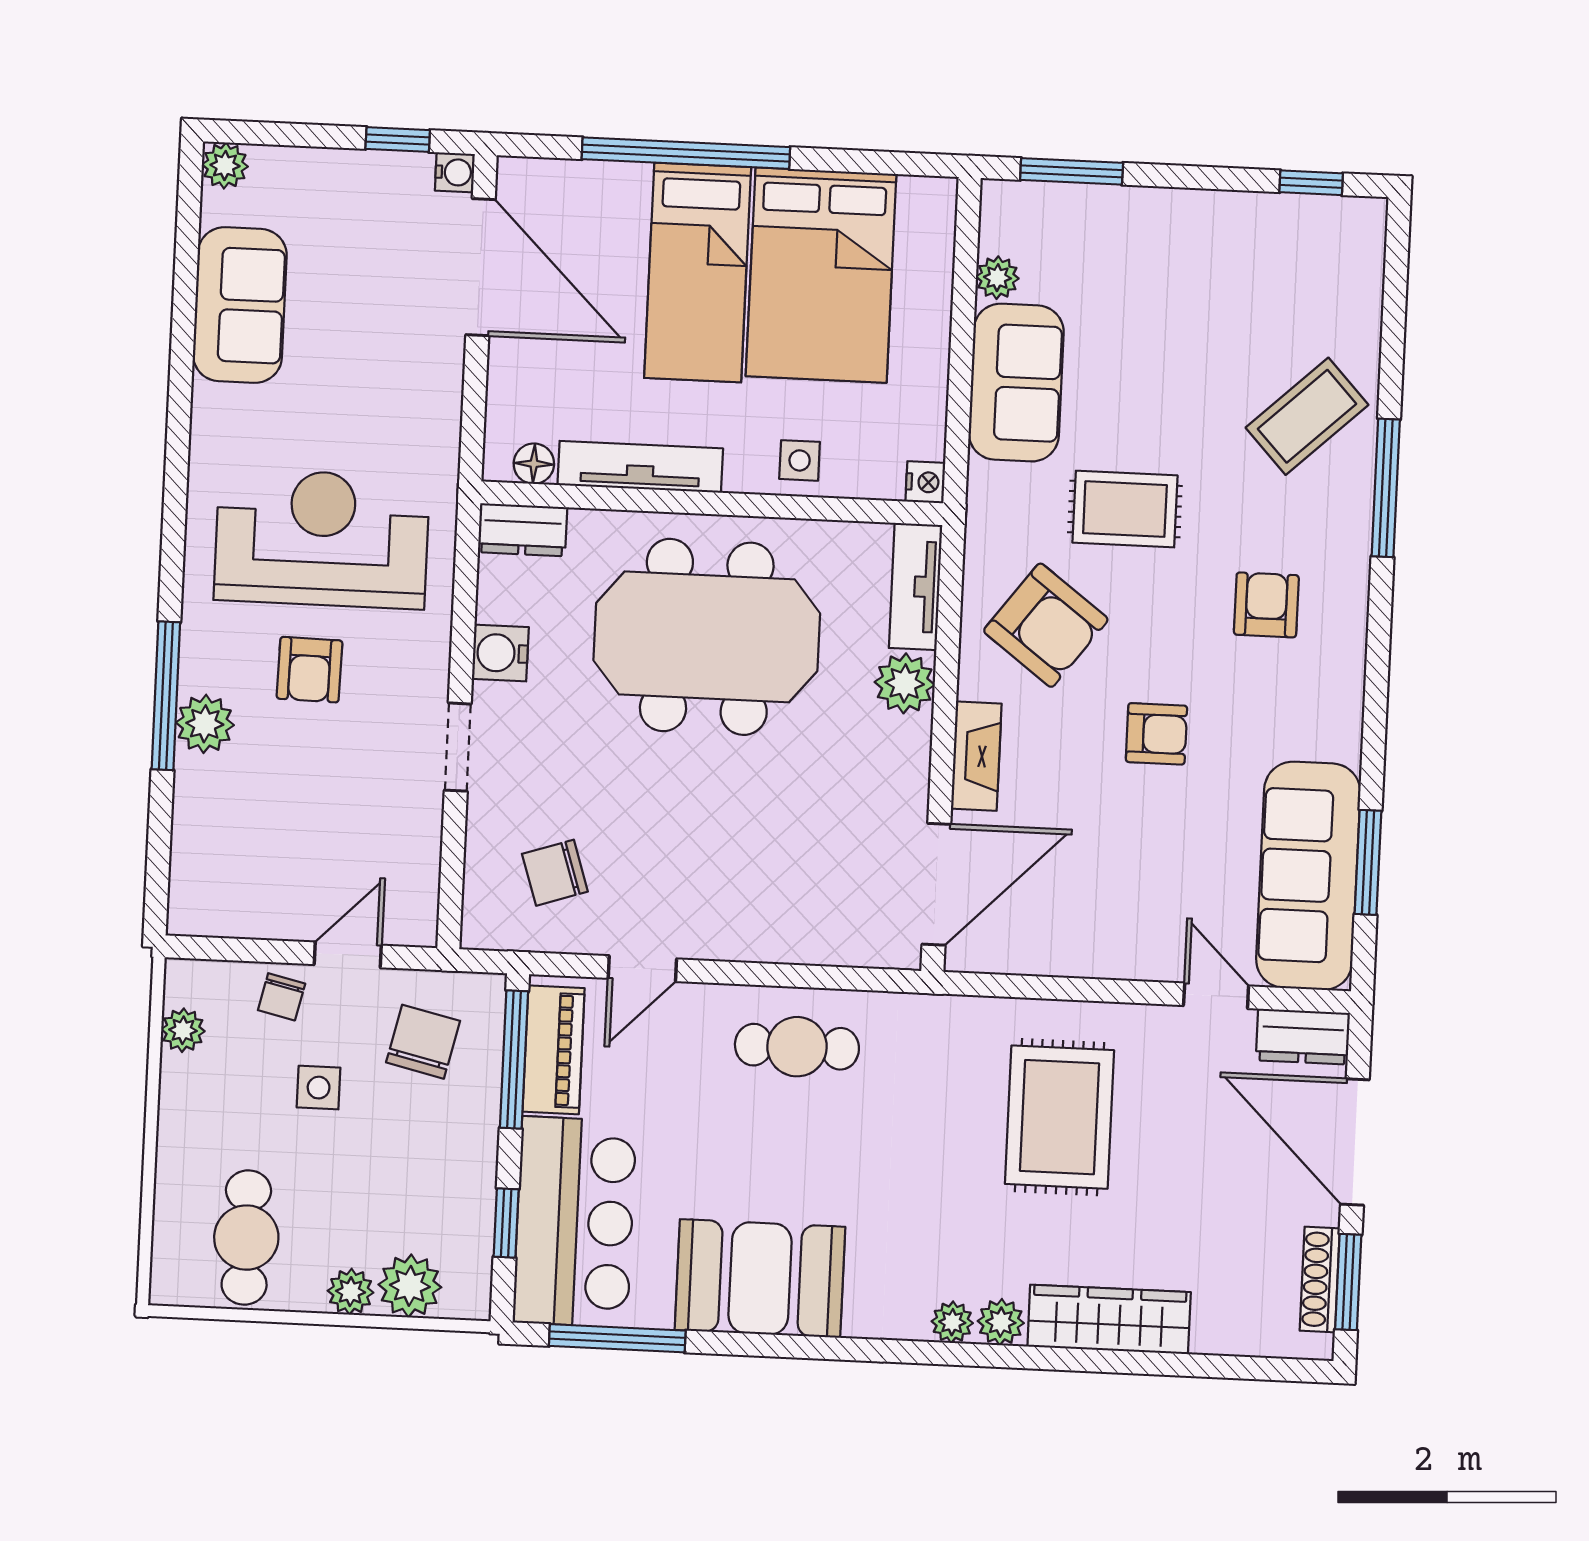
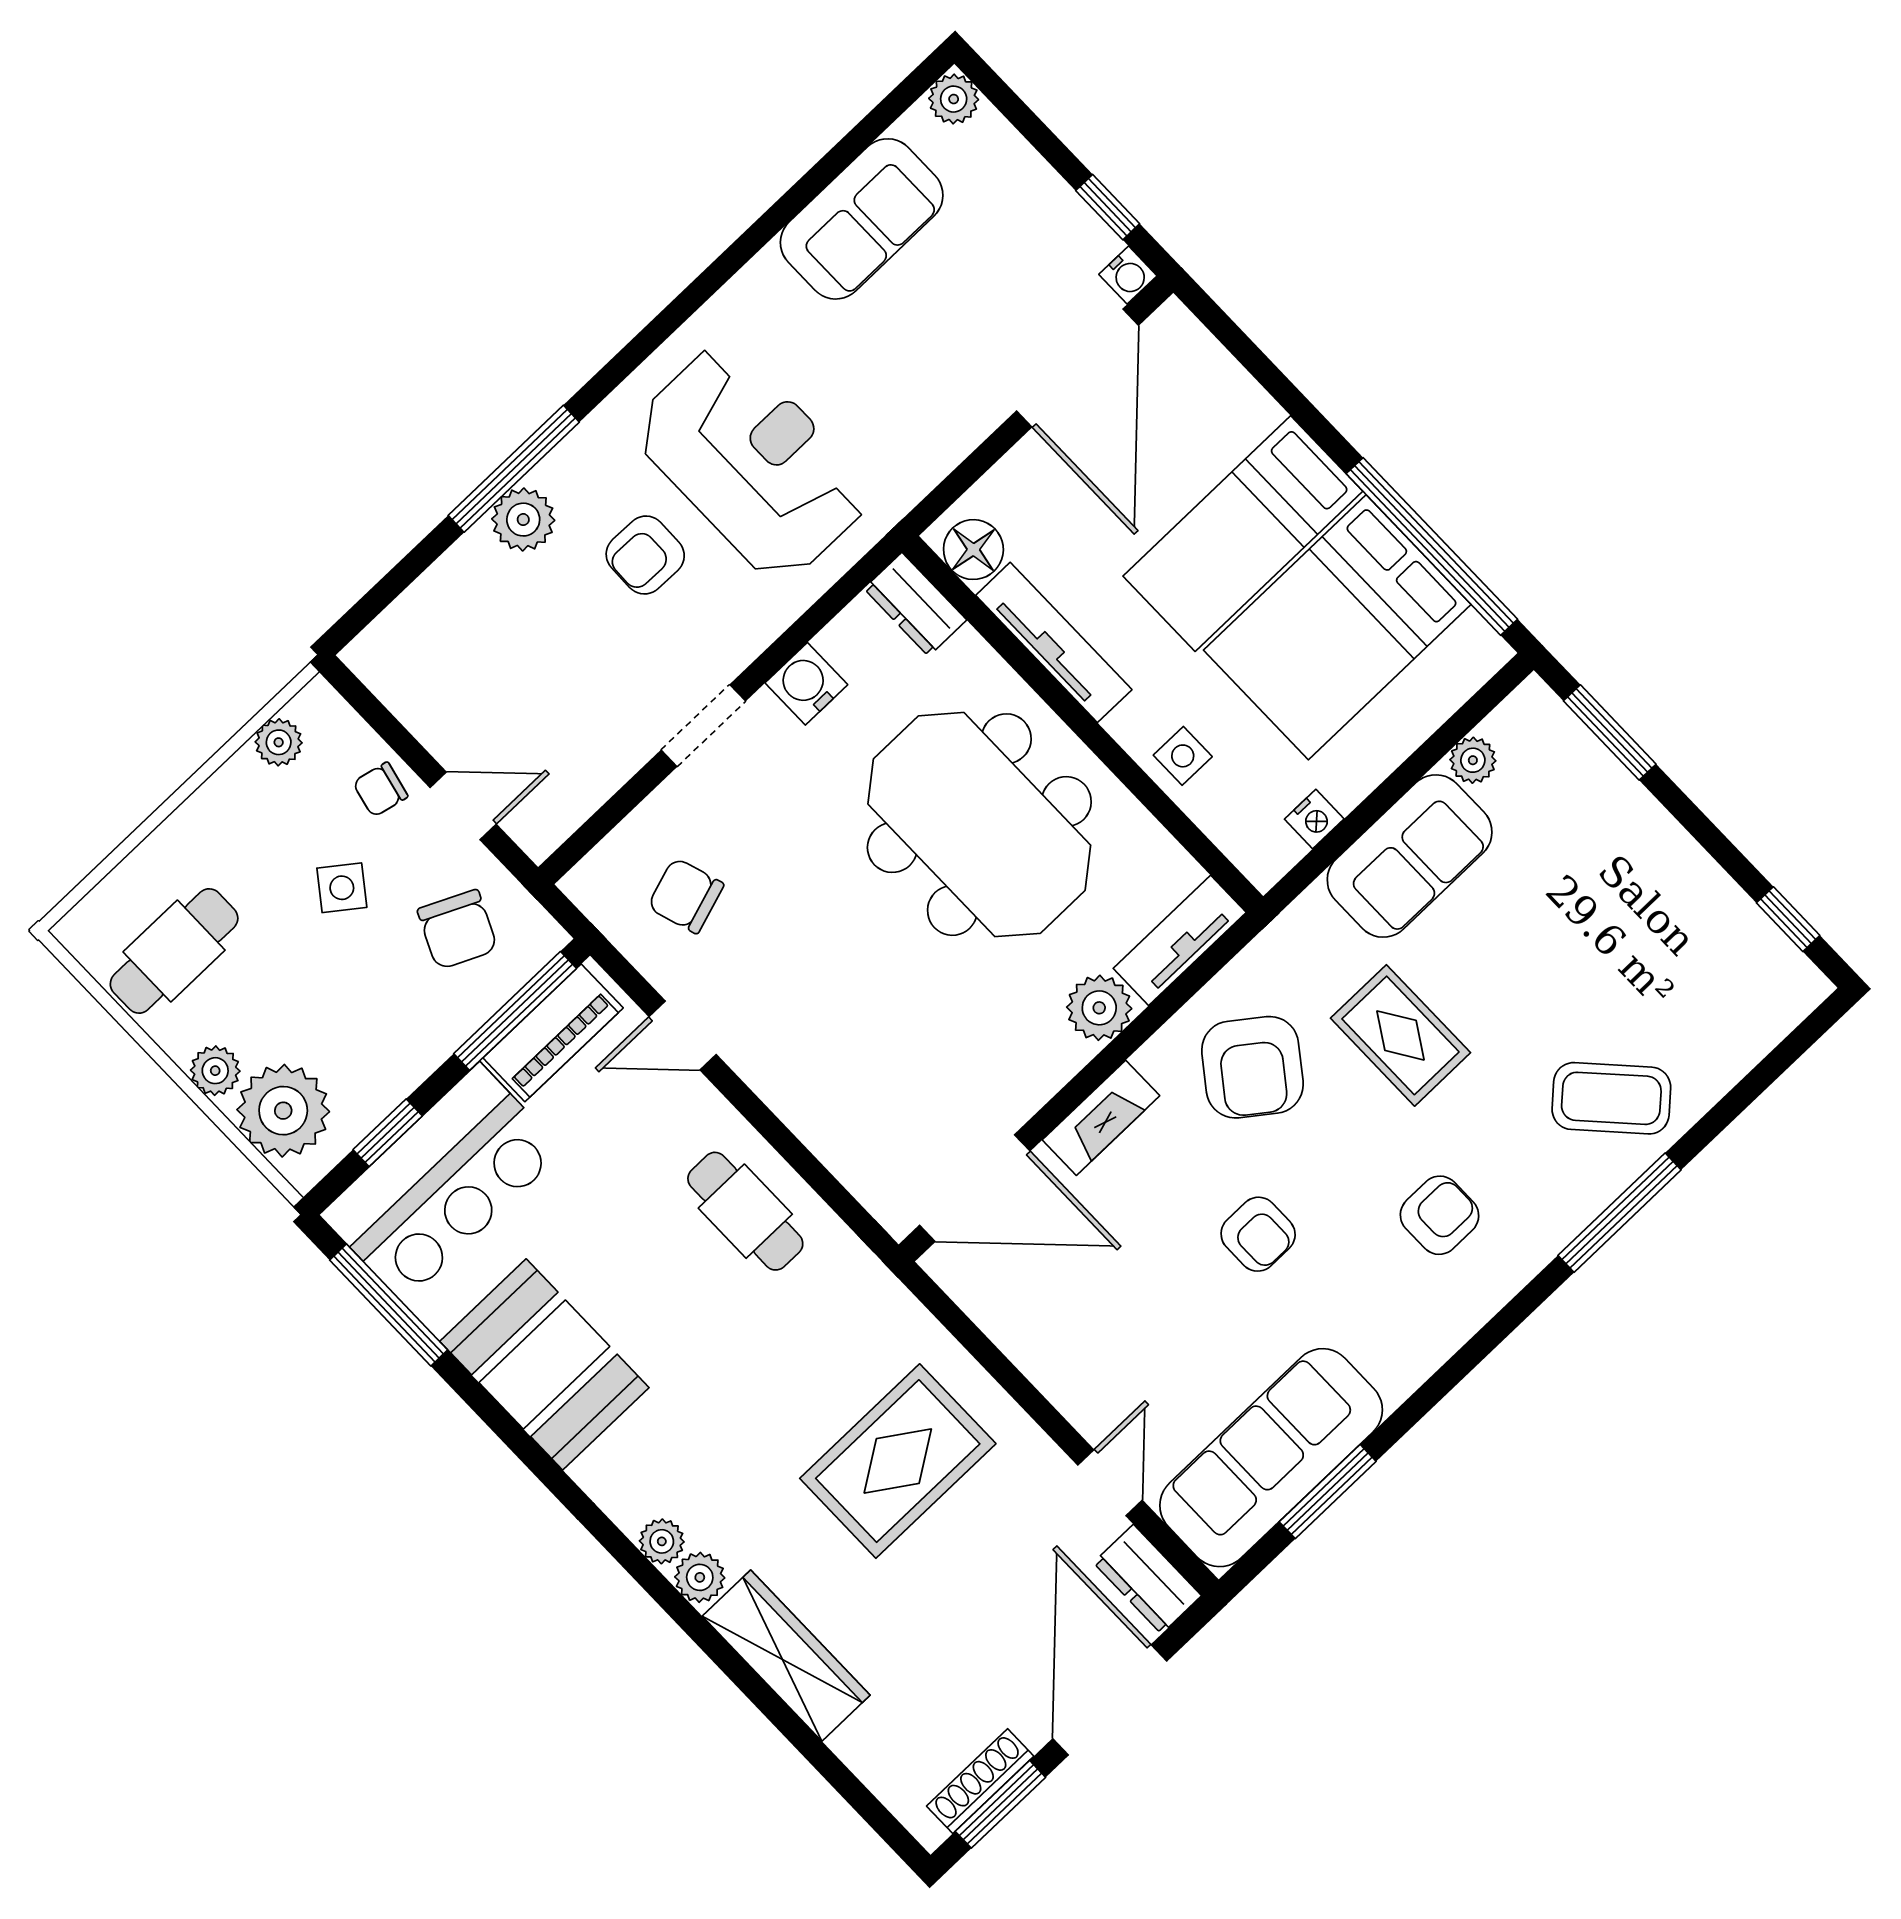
window: (686, 153) -> (1432, 546), moved
floor lamp: (534, 464) -> (973, 550), width x1.37, depth x1.37
nightstand: (925, 482) -> (1314, 819), moved
chair: (423, 1042) -> (457, 930), turned 102
side table: (319, 1088) -> (342, 888), turned 37
plant: (410, 1286) -> (283, 1111), width x1.36, depth x1.36

